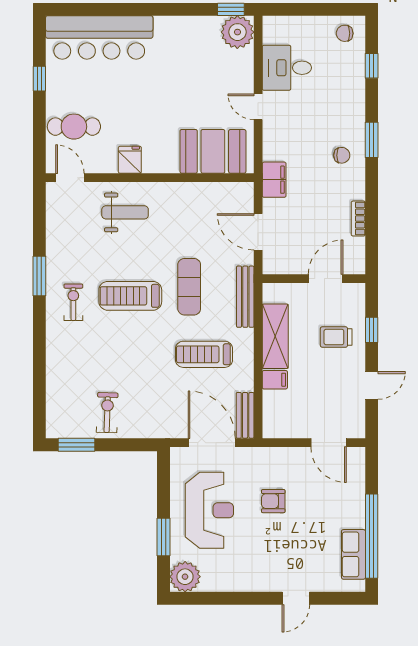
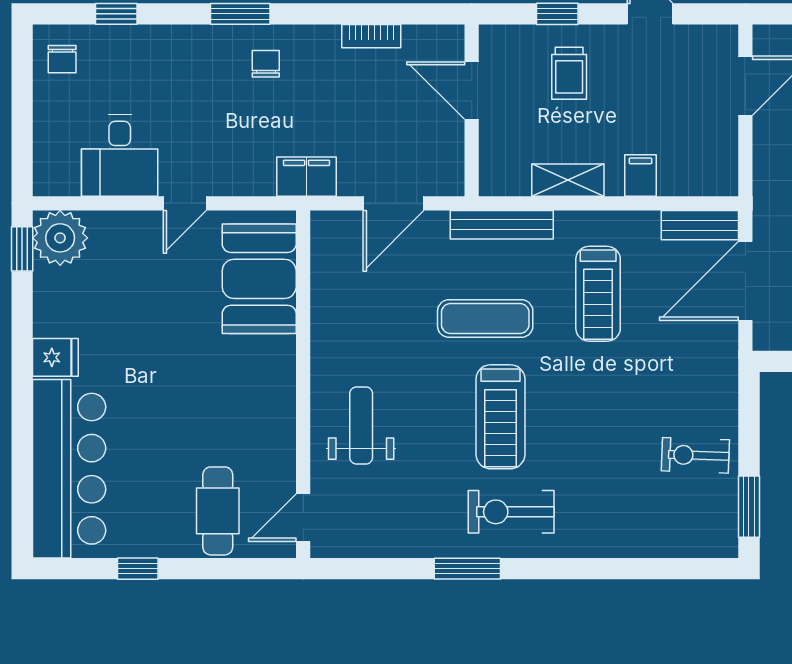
fridge: (130, 160) -> (55, 357), moved, turned 180
exercise bike: (73, 302) -> (511, 512), width x1.38, depth x1.39
shelving: (275, 336) -> (568, 180), width x0.67, depth x0.75

